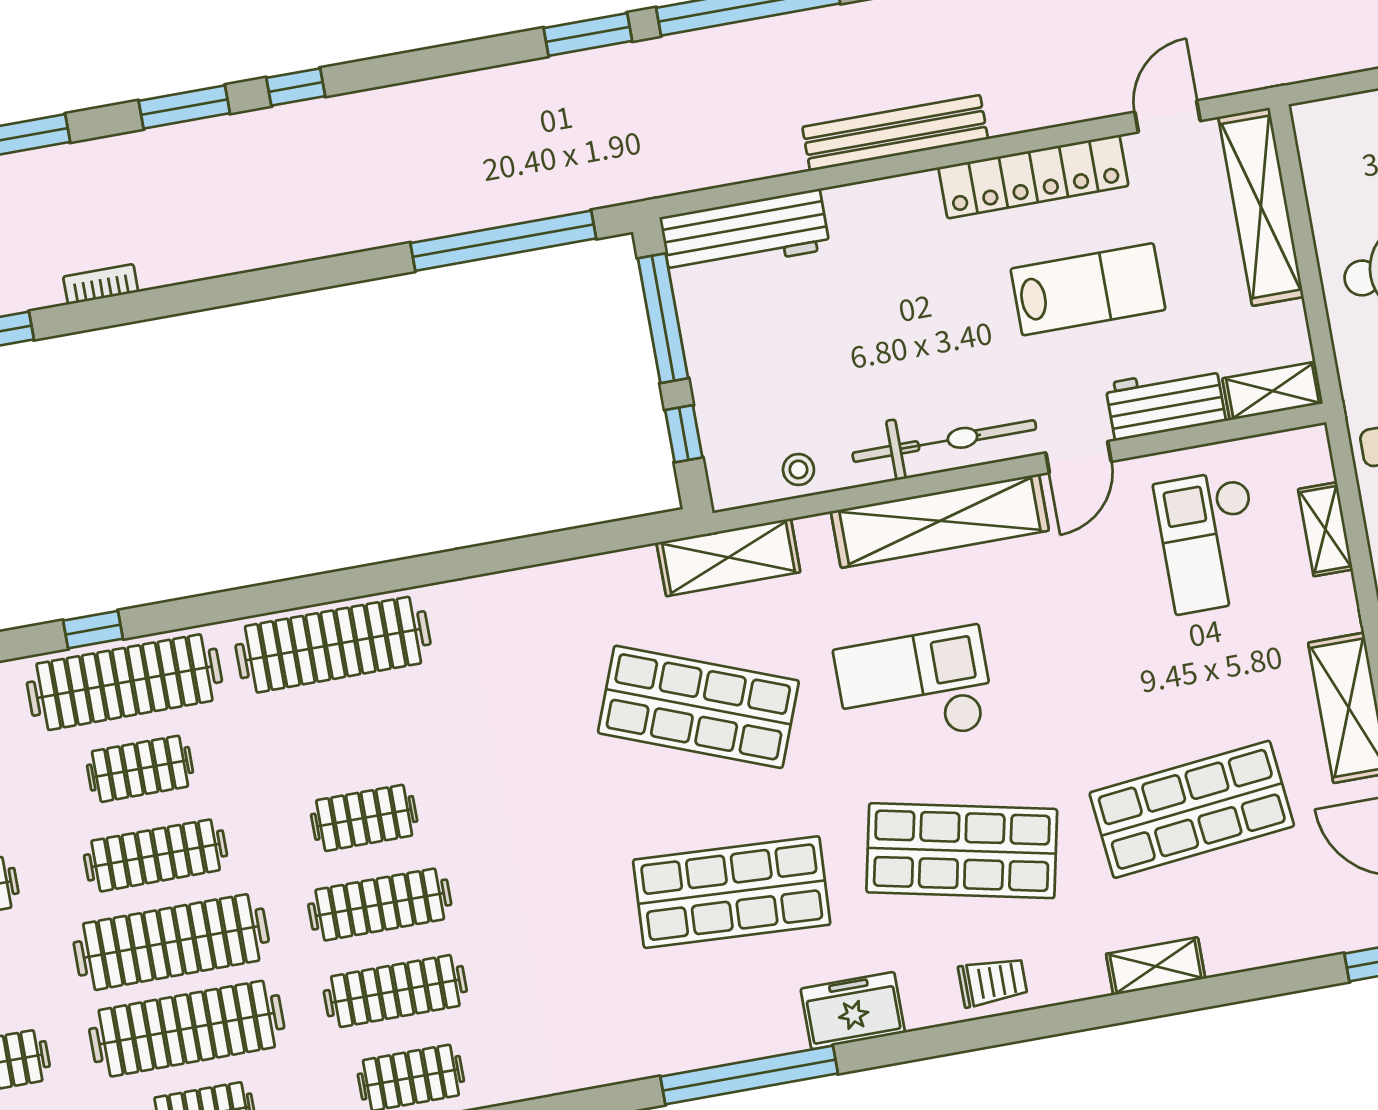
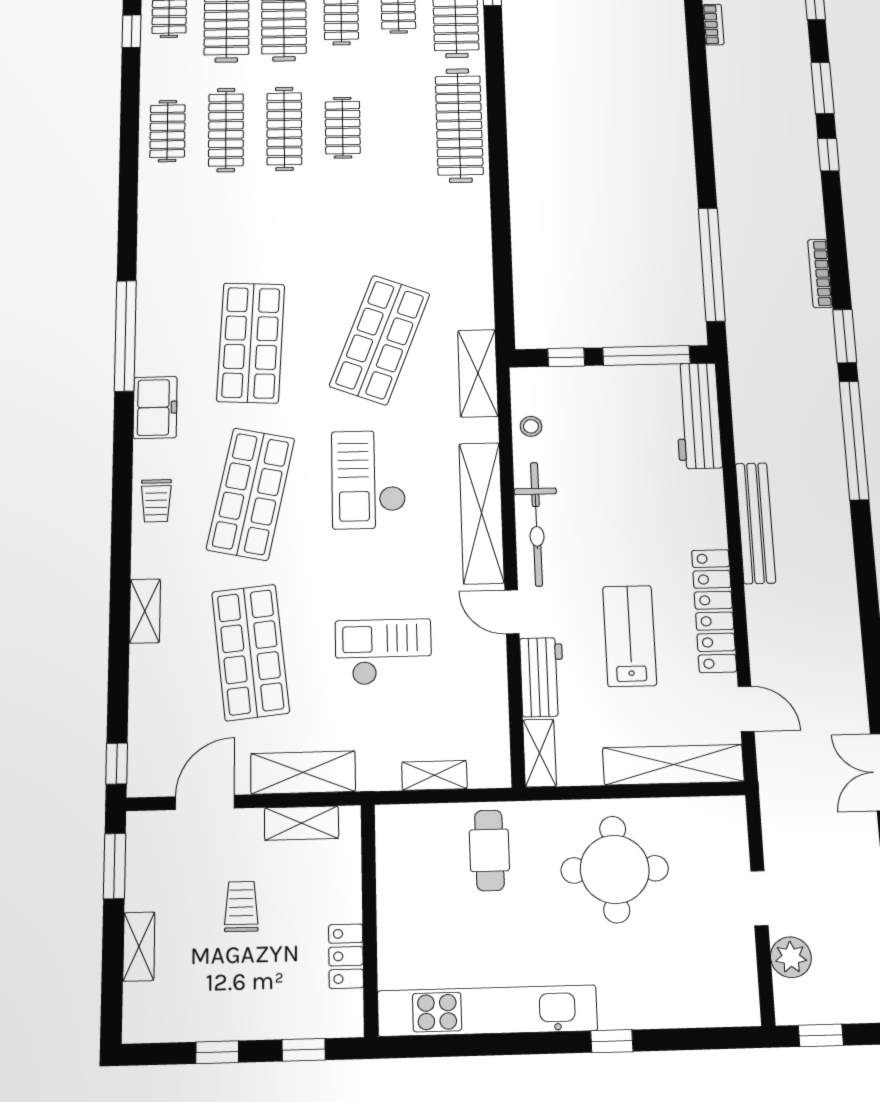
bookcase: (493, 80) -> (820, 273), added
lab bench: (1088, 289) -> (630, 636), turned 180
checkout: (1210, 542) -> (383, 652), moved
checkout: (915, 688) -> (369, 479), turned 180

